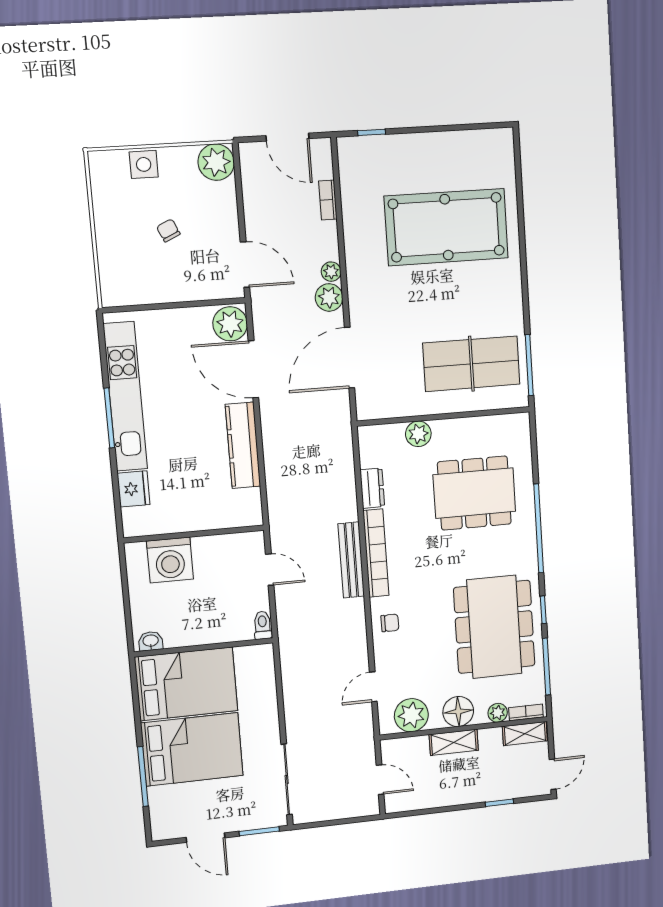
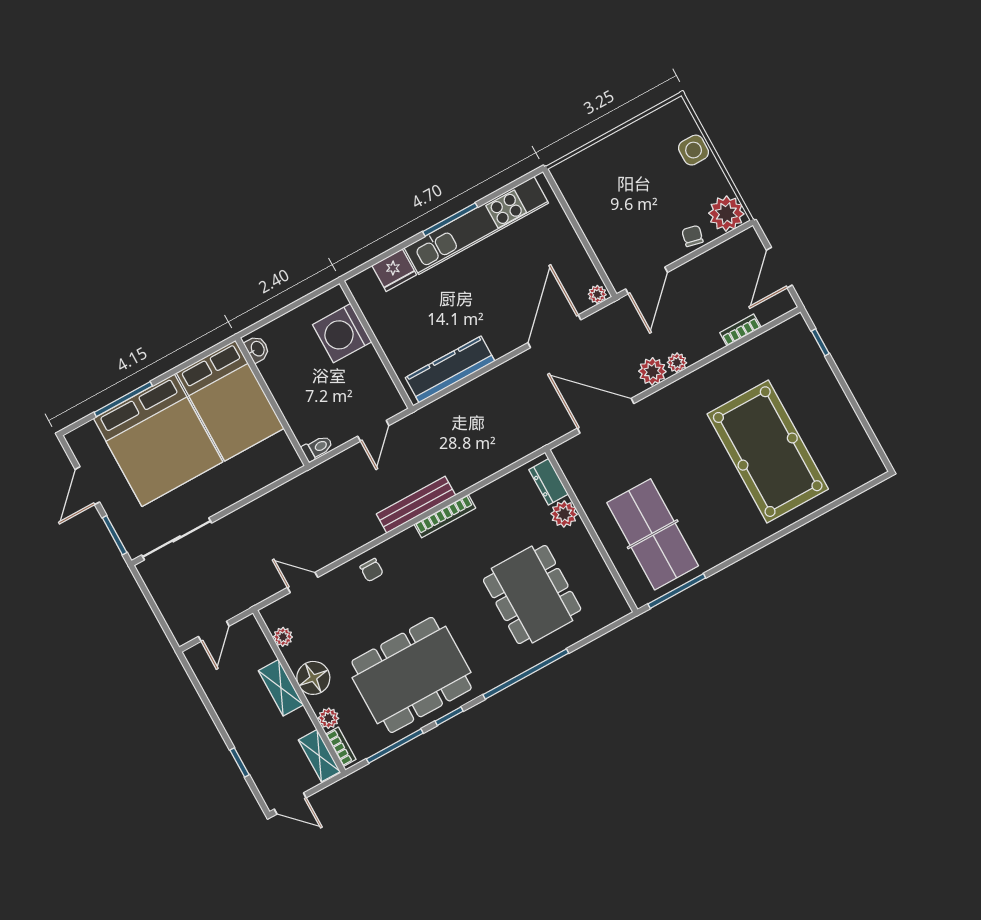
chair: (168, 230) -> (692, 236), moved, turned -52
plant: (230, 324) -> (597, 294), width x0.53, depth x0.53
kitchen counter: (243, 445) -> (450, 369), moved
dresser: (372, 488) -> (549, 482), moved, turned 90
bookcase: (376, 553) -> (445, 516), width x0.68, depth x0.76
plant: (411, 715) -> (283, 637), width x0.53, depth x0.53
bed: (192, 749) -> (158, 440), width x1.36

